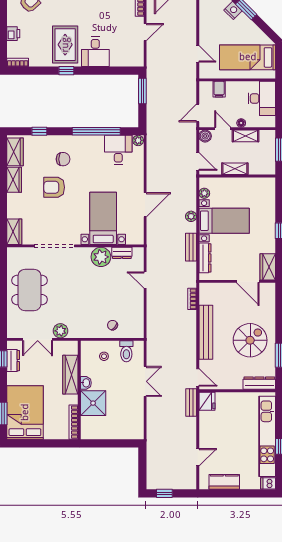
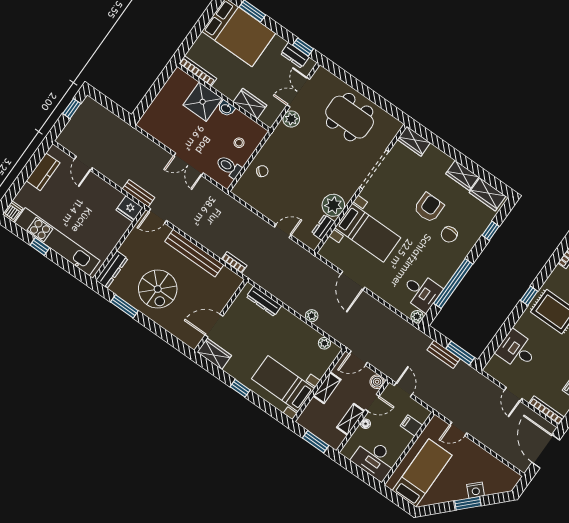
desk: (95, 52) -> (517, 350), moved
bed with nightstands: (224, 221) -> (283, 384), moved, turned 90
bench: (191, 247) -> (444, 354), moved
wardrobe: (70, 375) -> (250, 104), width x0.67

